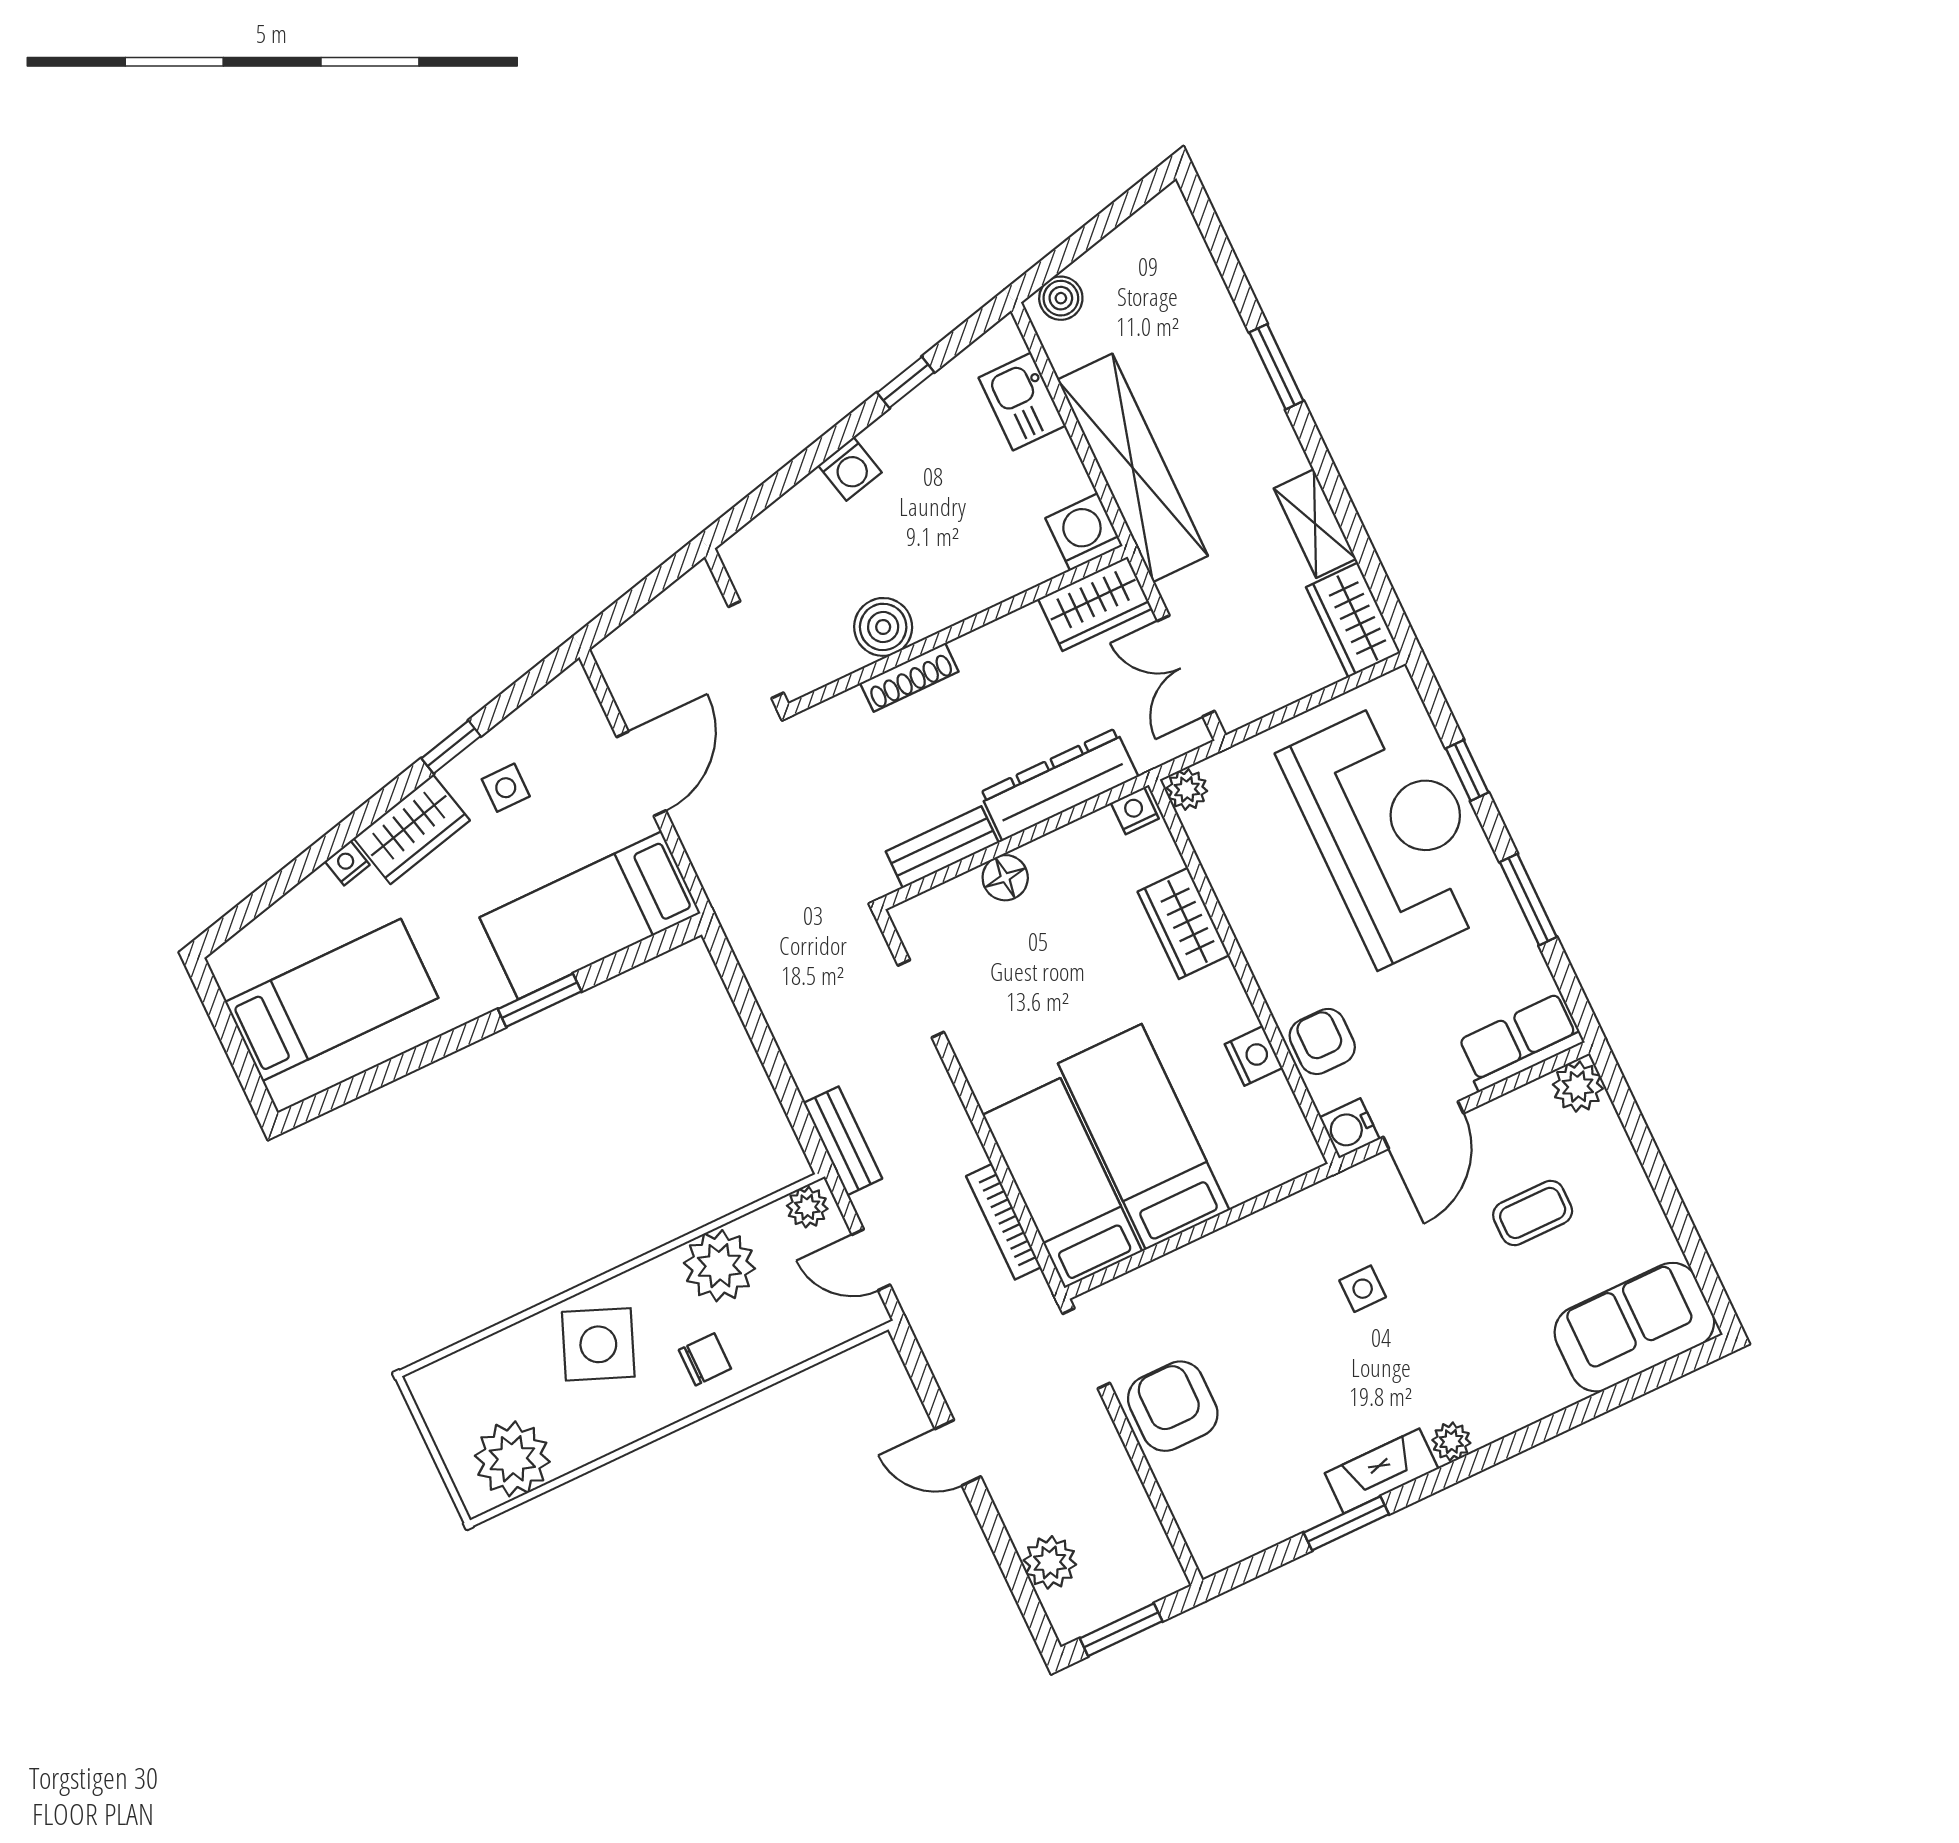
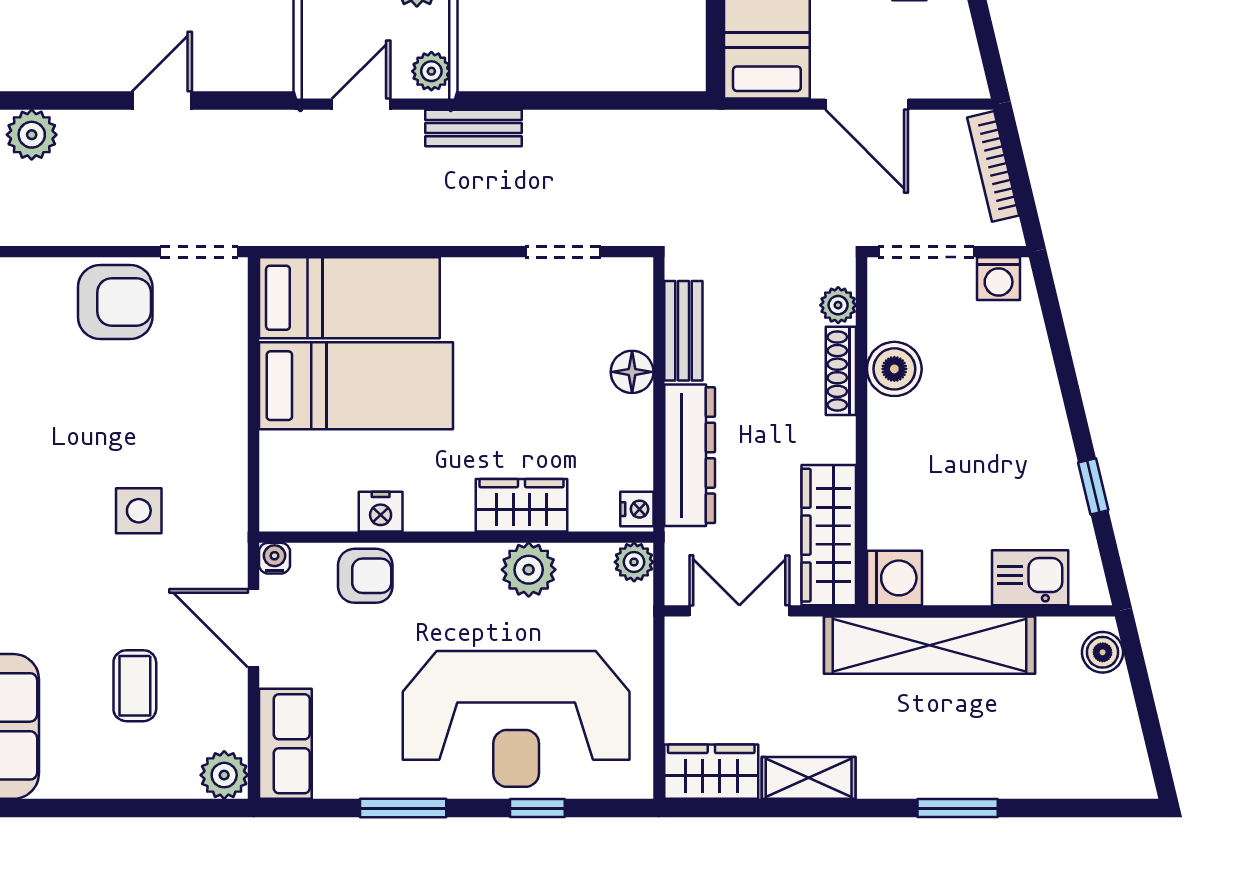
washing machine: (850, 469) -> (999, 279), moved, turned -77
wardrobe: (1095, 604) -> (829, 535), width x1.50
plant: (847, 710) -> (838, 305), added
plant: (1242, 887) -> (529, 570), added
water cooler: (1350, 1128) -> (274, 558), width x0.72, depth x0.72
bookcase: (1004, 1222) -> (993, 166), moved, turned -103
side table: (1363, 1289) -> (139, 511), width x1.37, depth x1.37

